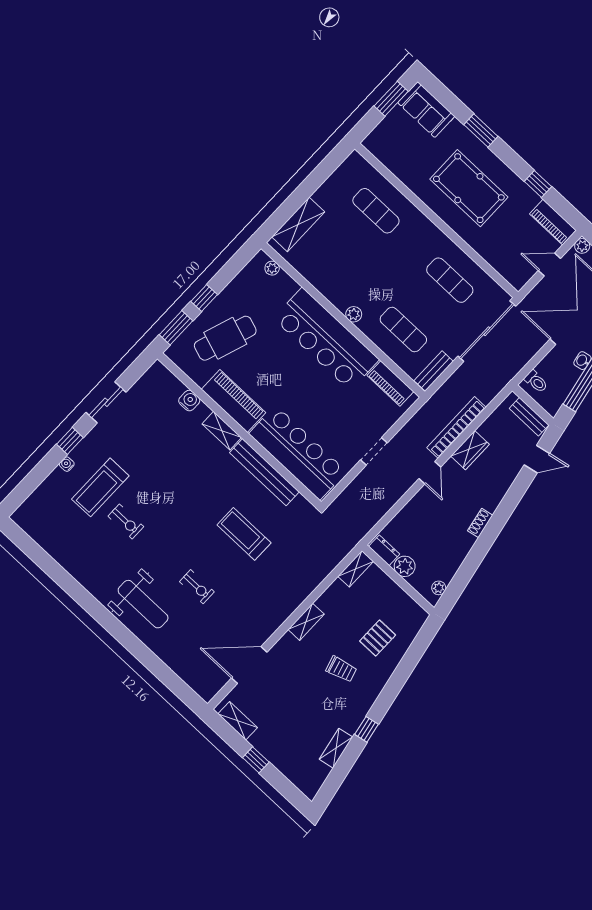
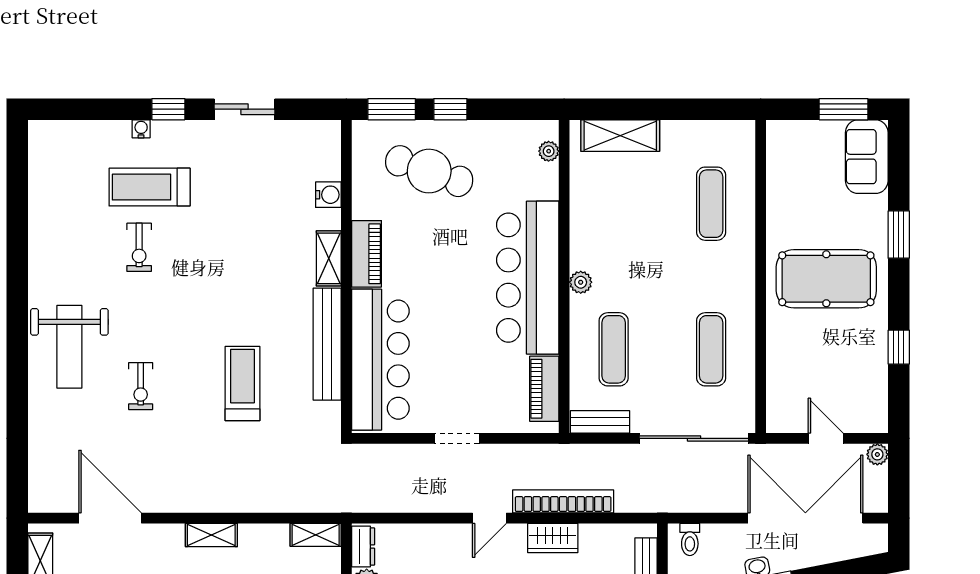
pool table: (469, 188) -> (826, 279), turned 90
piano: (553, 222) -> (873, 400), removed
piano: (234, 401) -> (367, 254), width x0.73, depth x0.75

